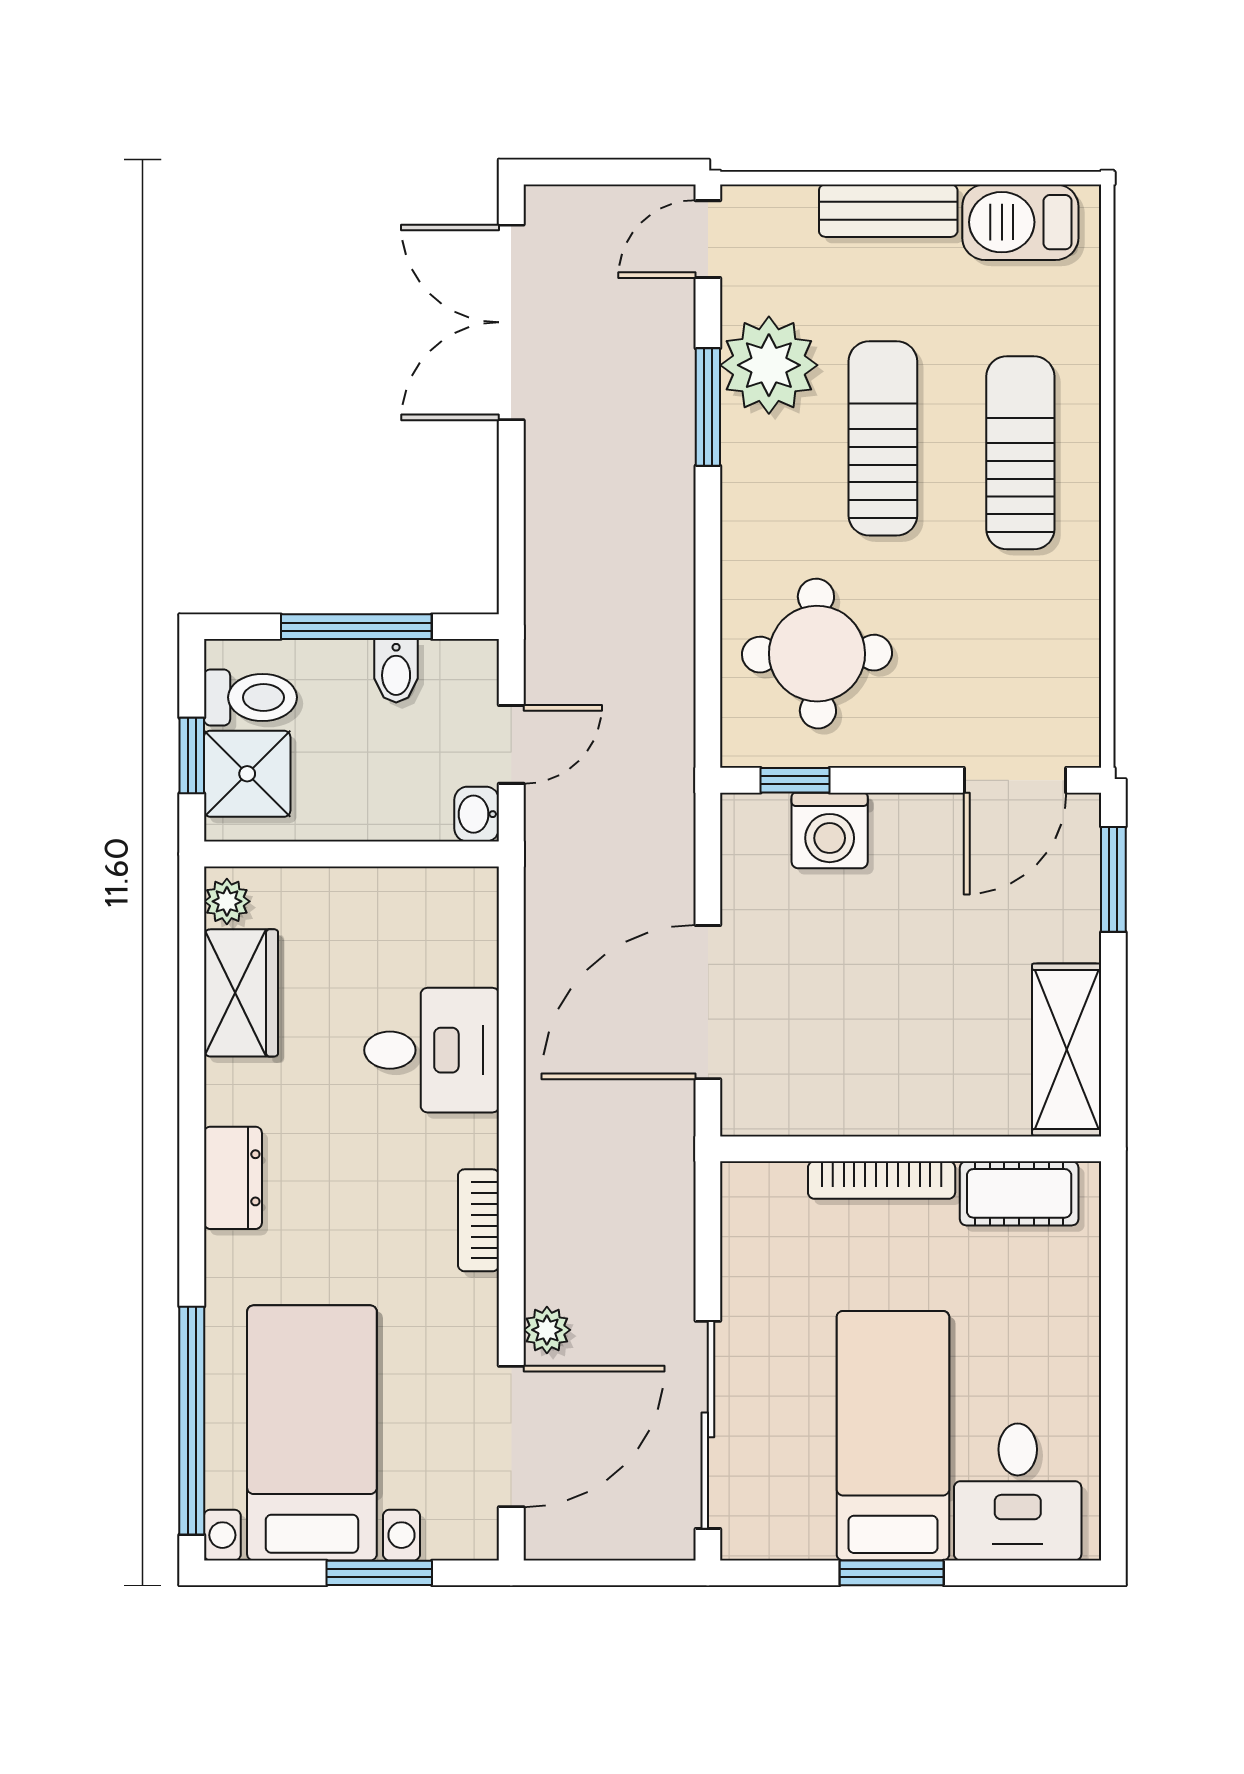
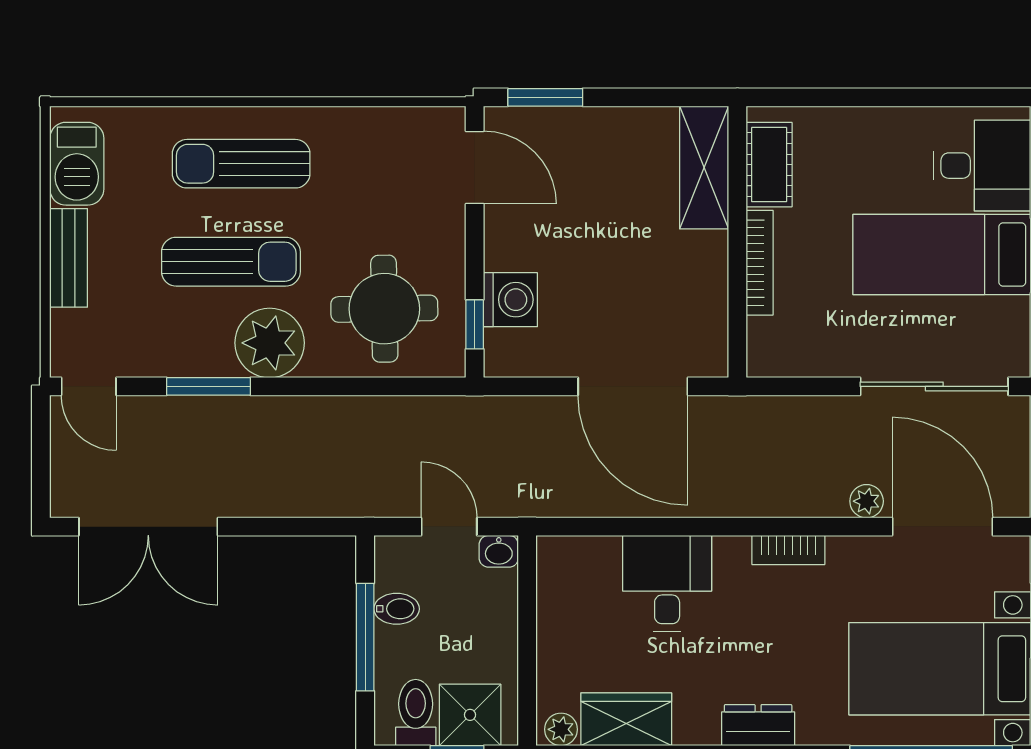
plant: (769, 365) -> (270, 343), moved
sun lounger: (883, 438) -> (231, 262), turned 180
shelving: (1067, 1050) -> (704, 168), moved, turned 90

